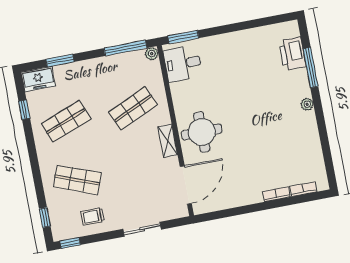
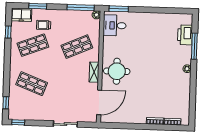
trolley: (93, 216) -> (44, 25), moved

